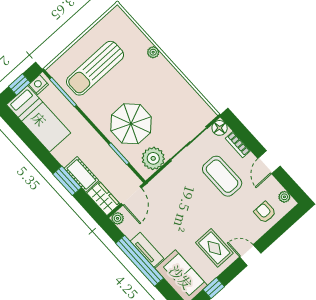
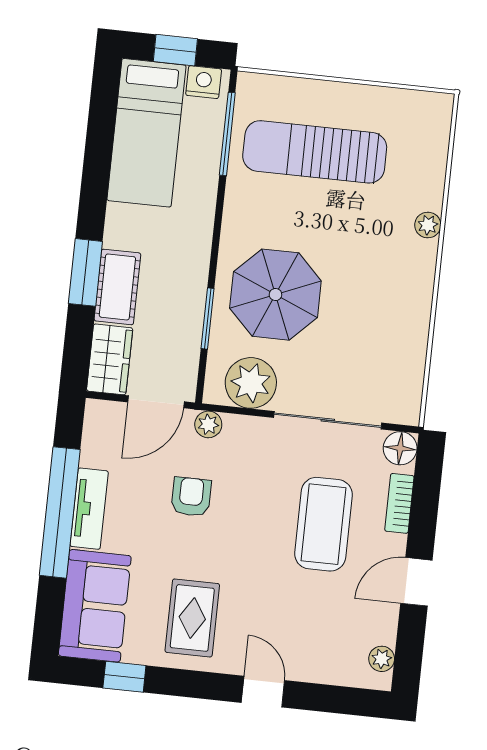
armchair: (265, 212) -> (191, 497), moved
plant: (118, 218) -> (208, 424), moved
door: (250, 255) -> (263, 692), moved

